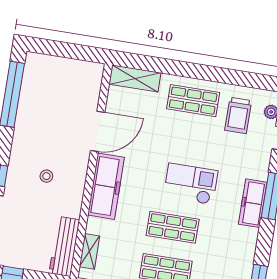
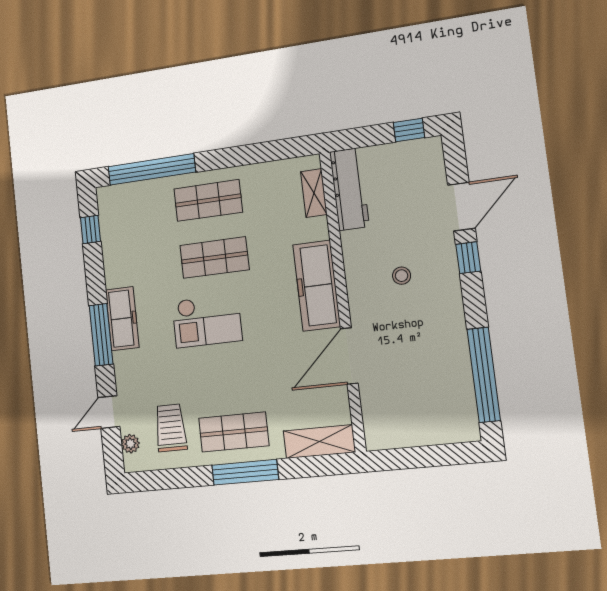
window: (193, 71) -> (245, 472), added

